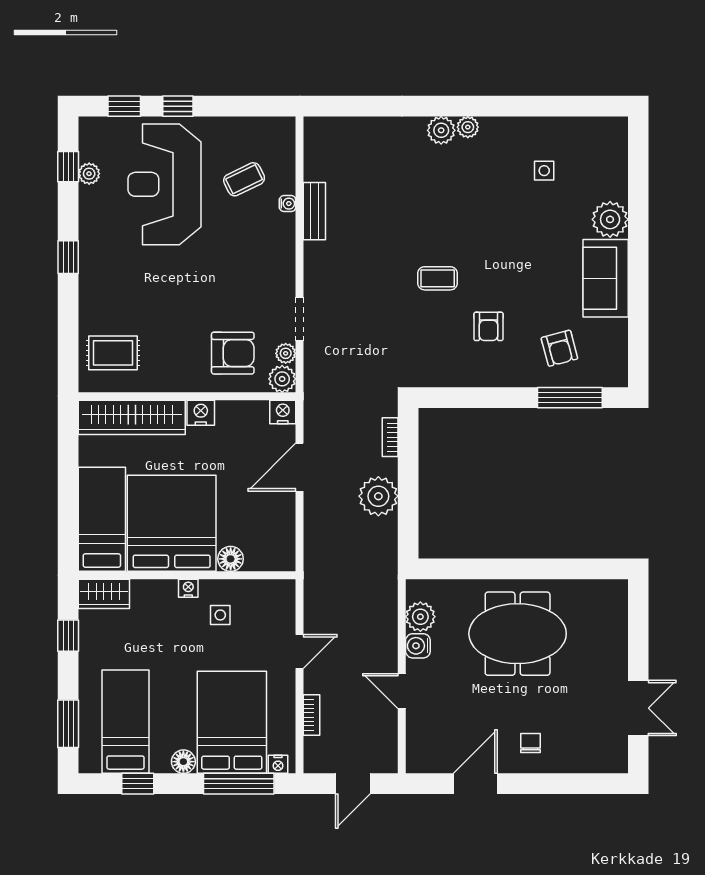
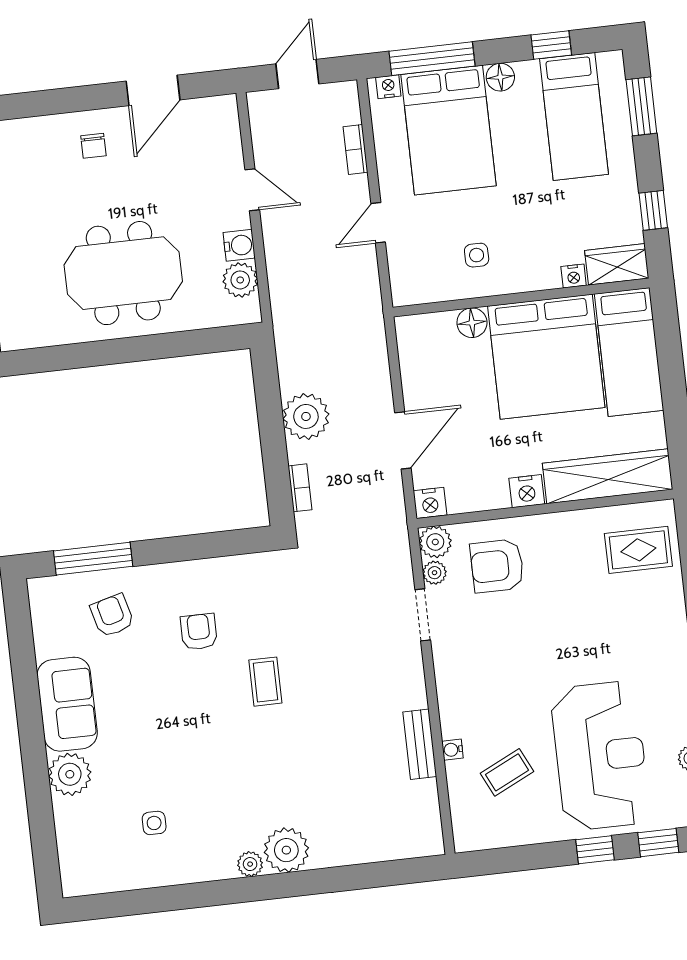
plant: (441, 130) -> (286, 850), width x1.36, depth x1.36
coffee table: (438, 278) -> (265, 682), turned 90
nightstand: (188, 588) -> (574, 276), moved

